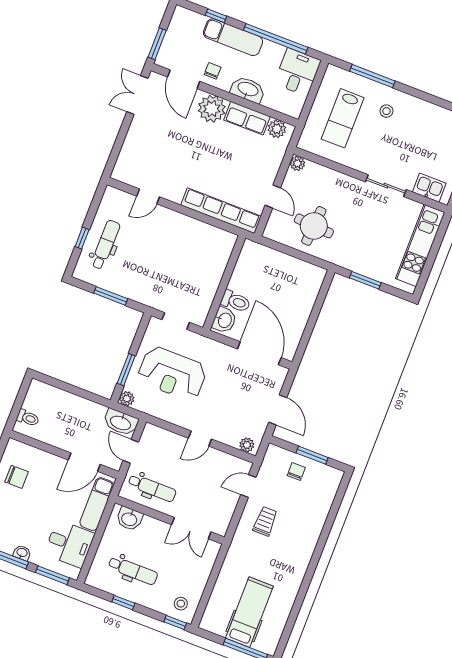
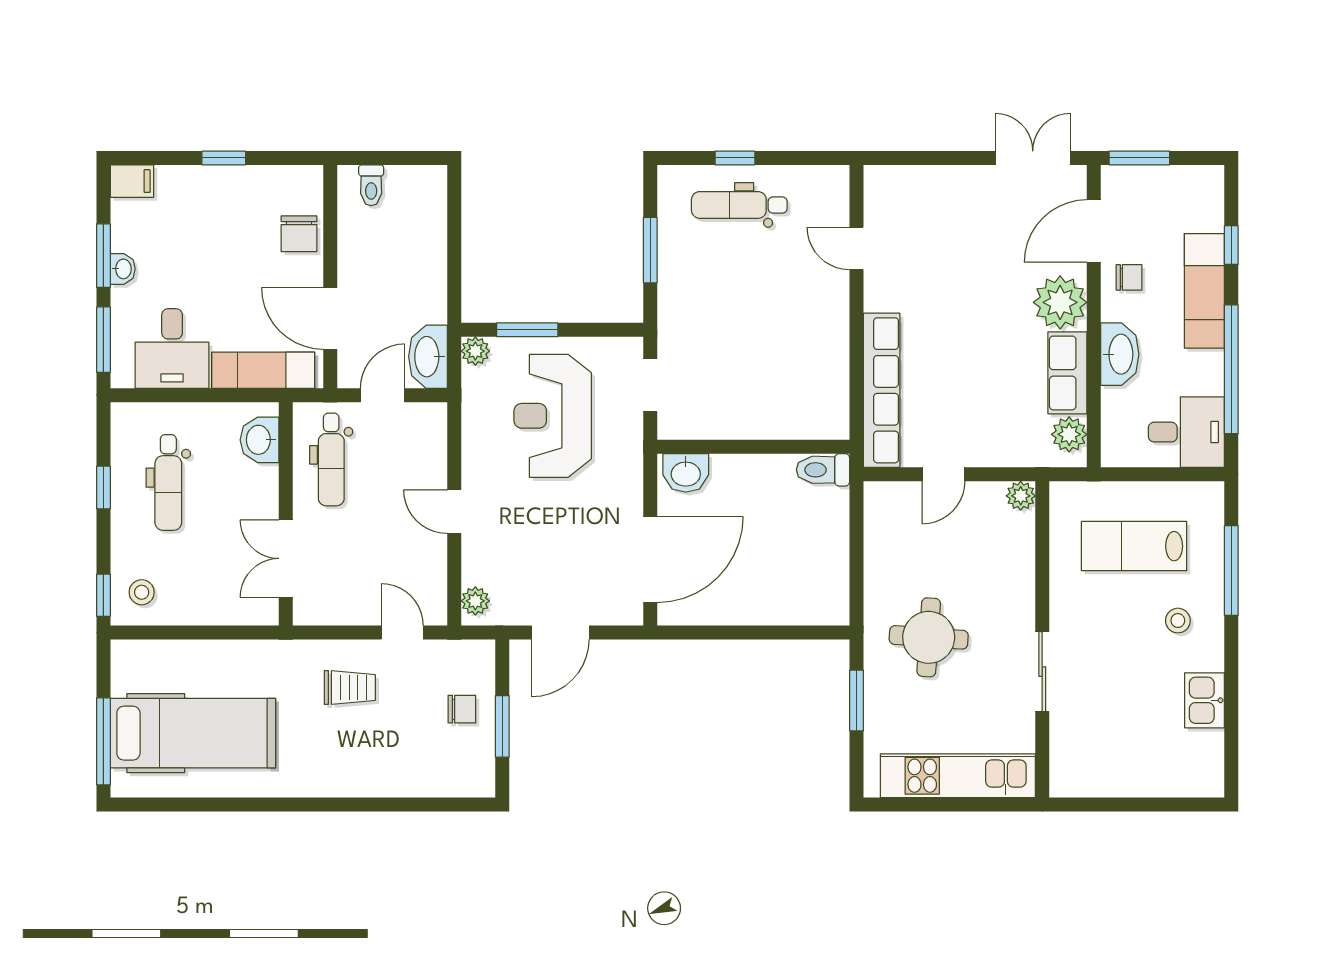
kitchen sink: (429, 188) -> (1205, 700), moved, turned 180
round table: (314, 226) -> (929, 637), moved
dental chair: (106, 245) -> (739, 205), turned 180
toilet: (236, 301) -> (823, 470), moved, turned 90
chair: (17, 477) -> (299, 234), moved
hospital bed: (249, 612) -> (193, 733), width x1.37, depth x1.29

